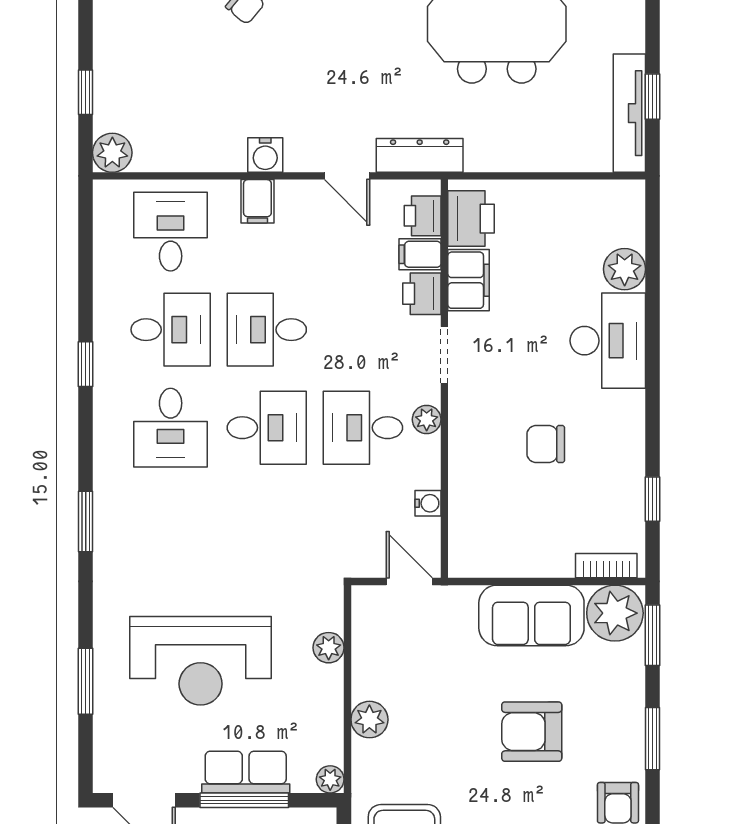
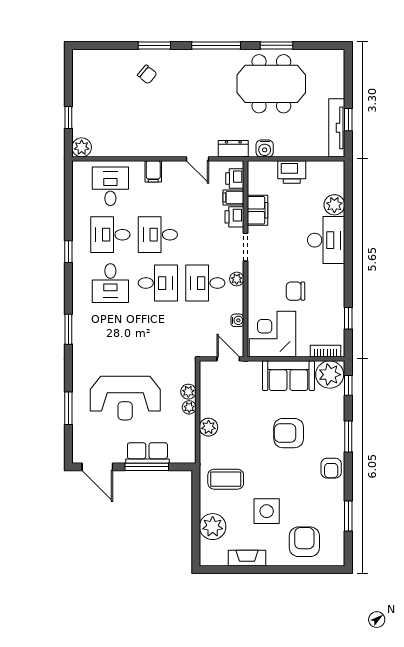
water cooler: (265, 155) -> (265, 148), moved
dresser: (420, 155) -> (233, 149), width x0.70
printer: (471, 219) -> (292, 172), moved, turned 90
desk: (171, 330) -> (110, 235), turned 180
corner desk: (499, 531) -> (272, 334), added
window: (653, 635) -> (348, 385), width x0.67
plant: (330, 779) -> (189, 407), moved

